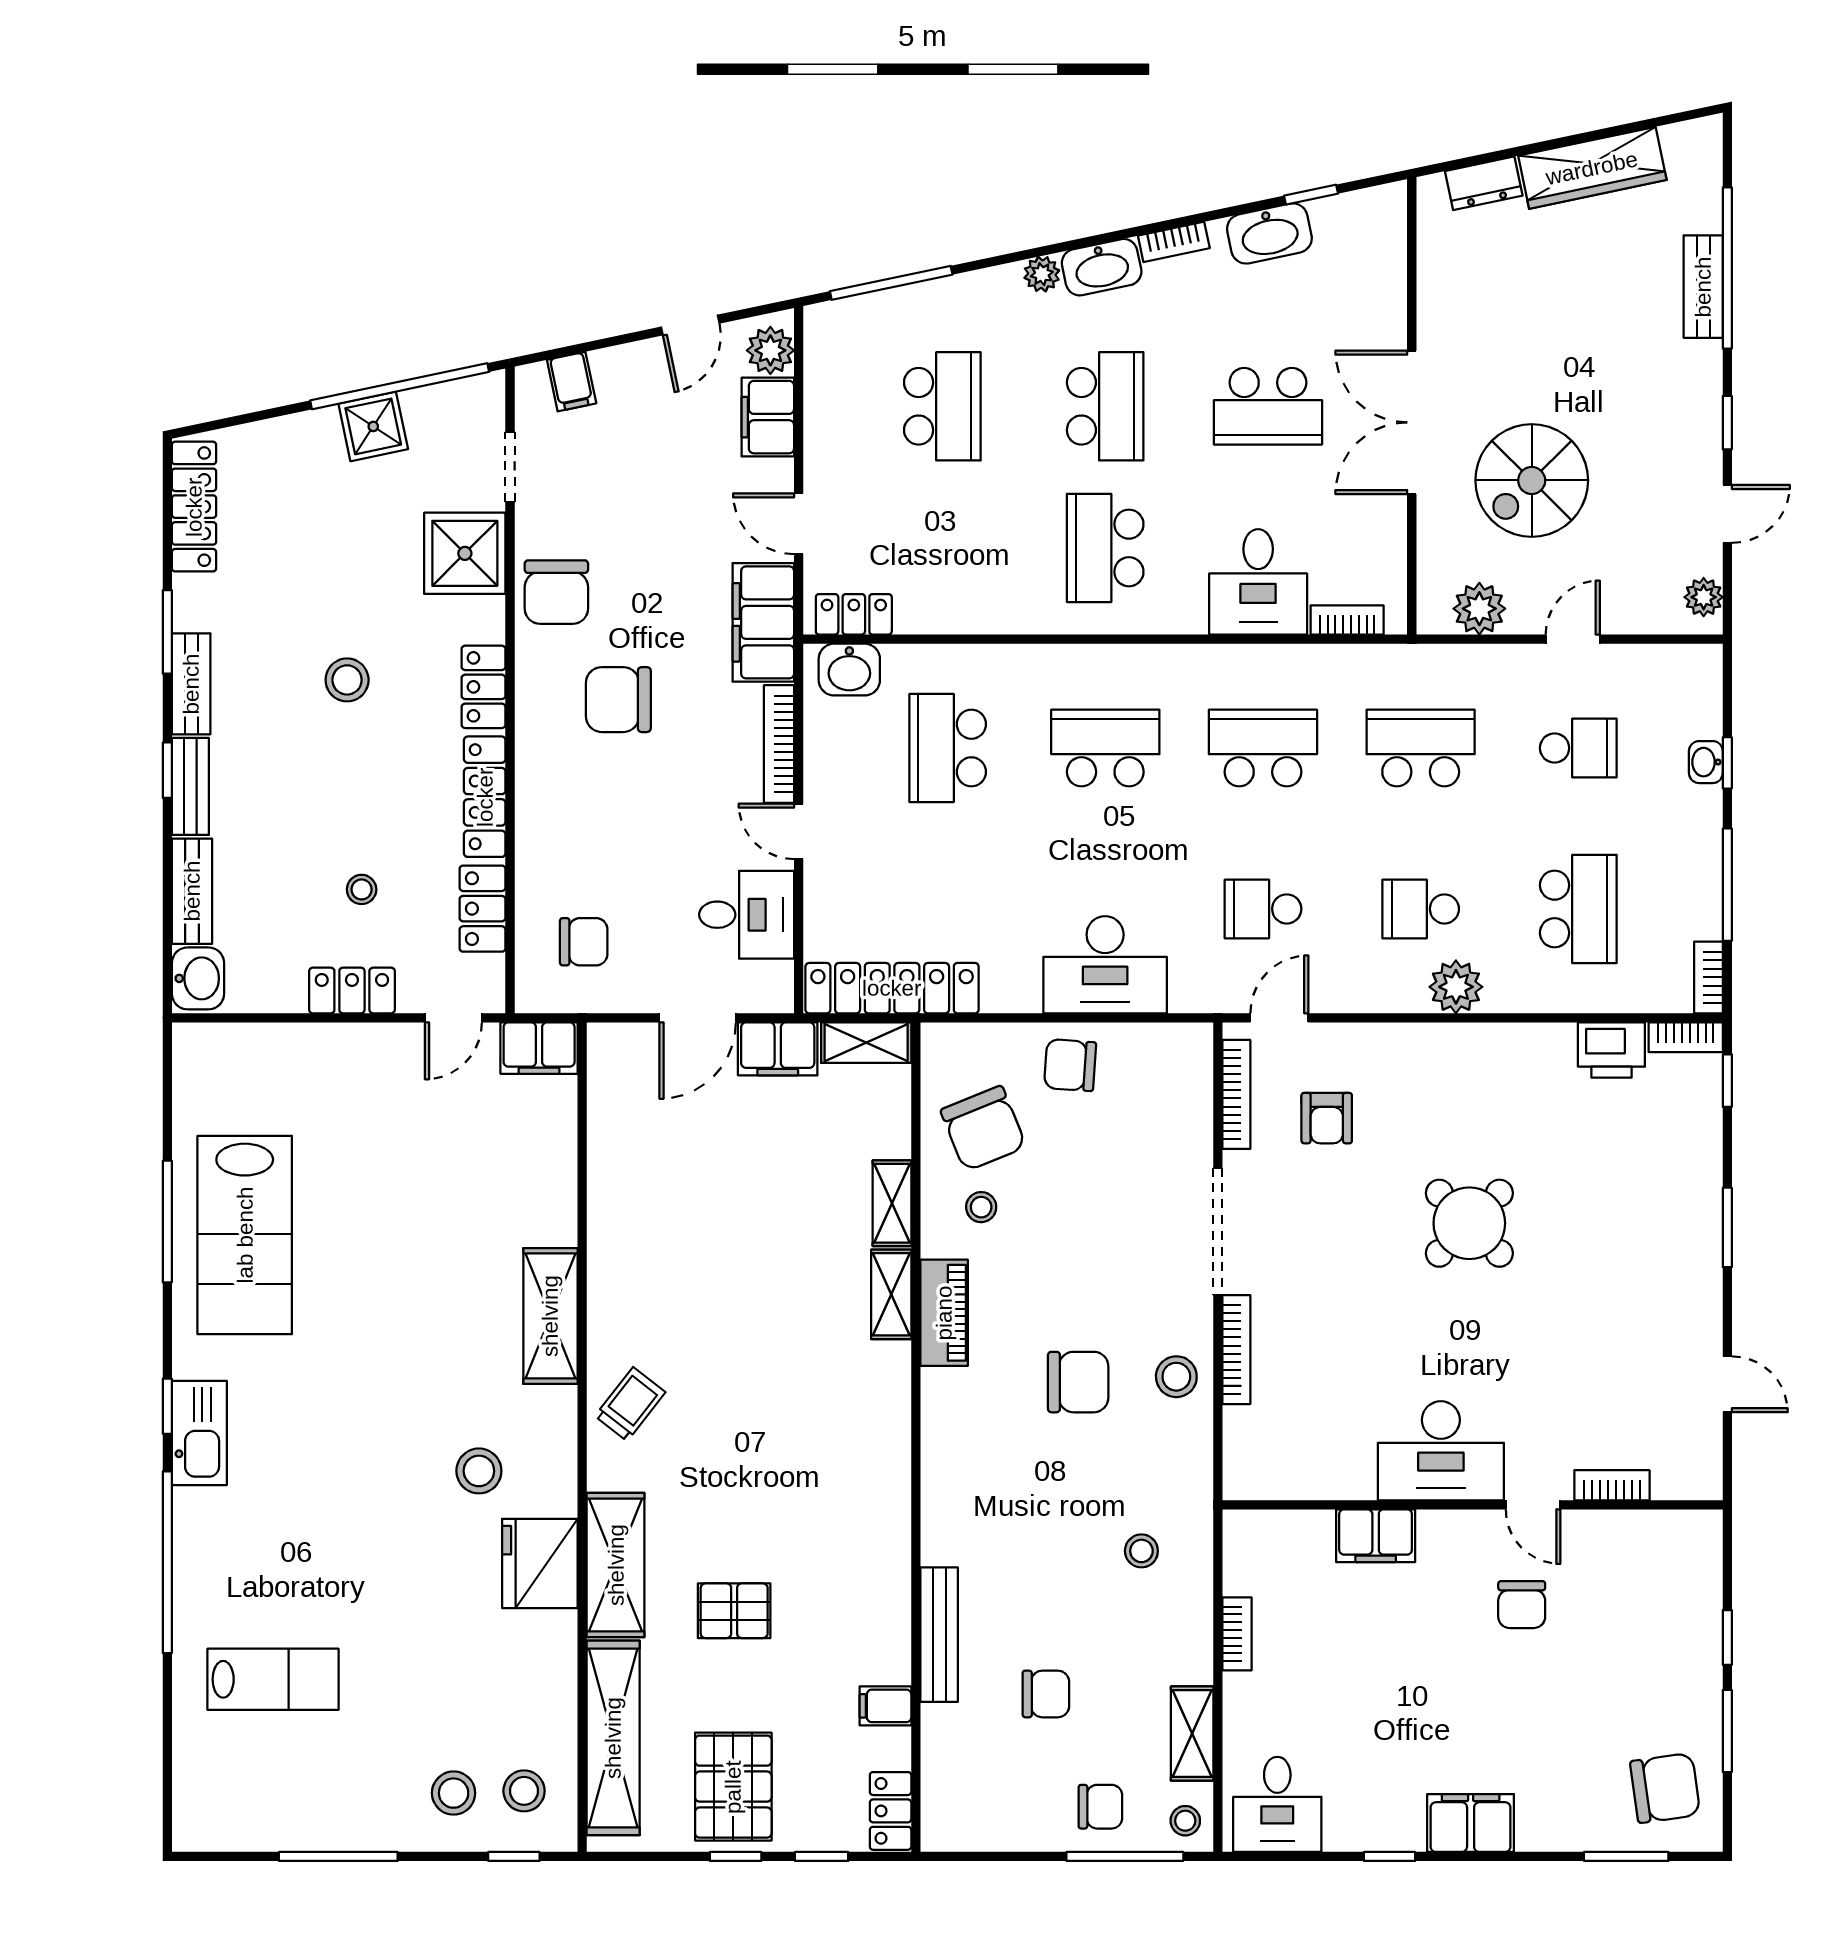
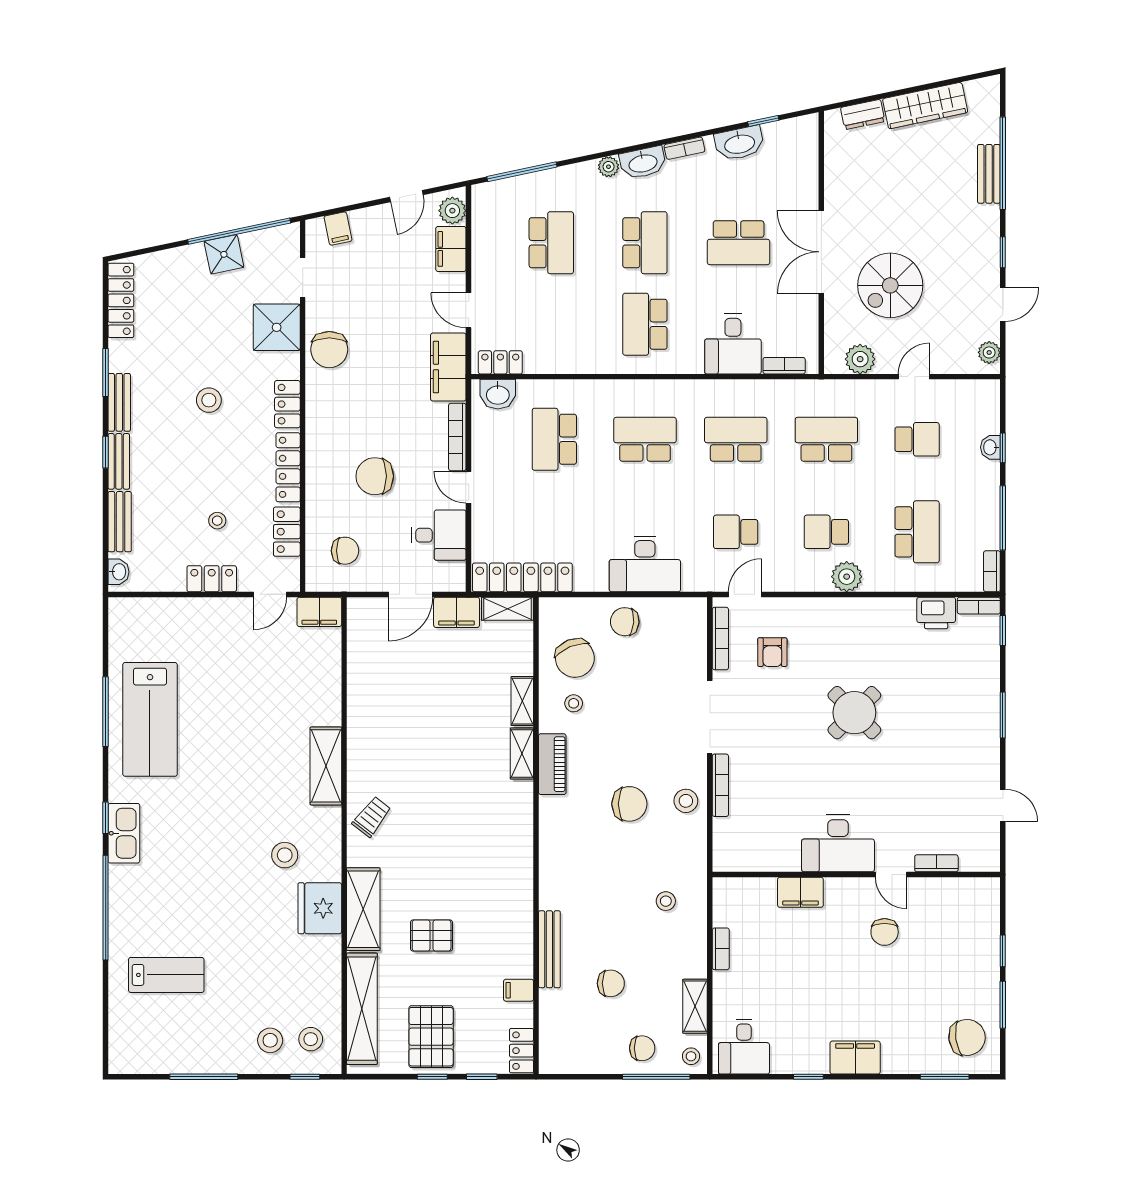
chair: (618, 700) -> (375, 476), moved
washbasin: (198, 978) -> (118, 572), width x0.72, depth x0.69

